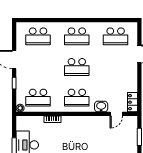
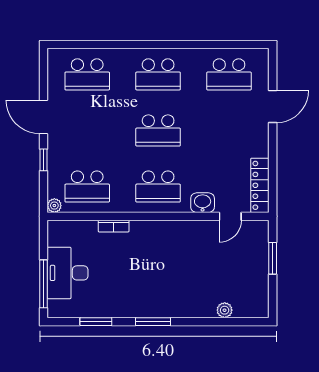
locker: (132, 102) -> (260, 185), width x1.53

